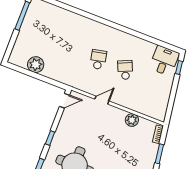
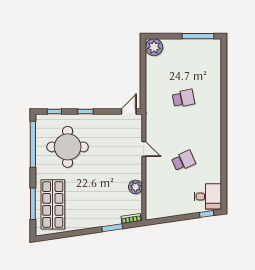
school desk: (98, 59) -> (183, 98), moved
plant: (36, 65) -> (154, 47), moved
door: (64, 101) -> (129, 112), swing flipped

